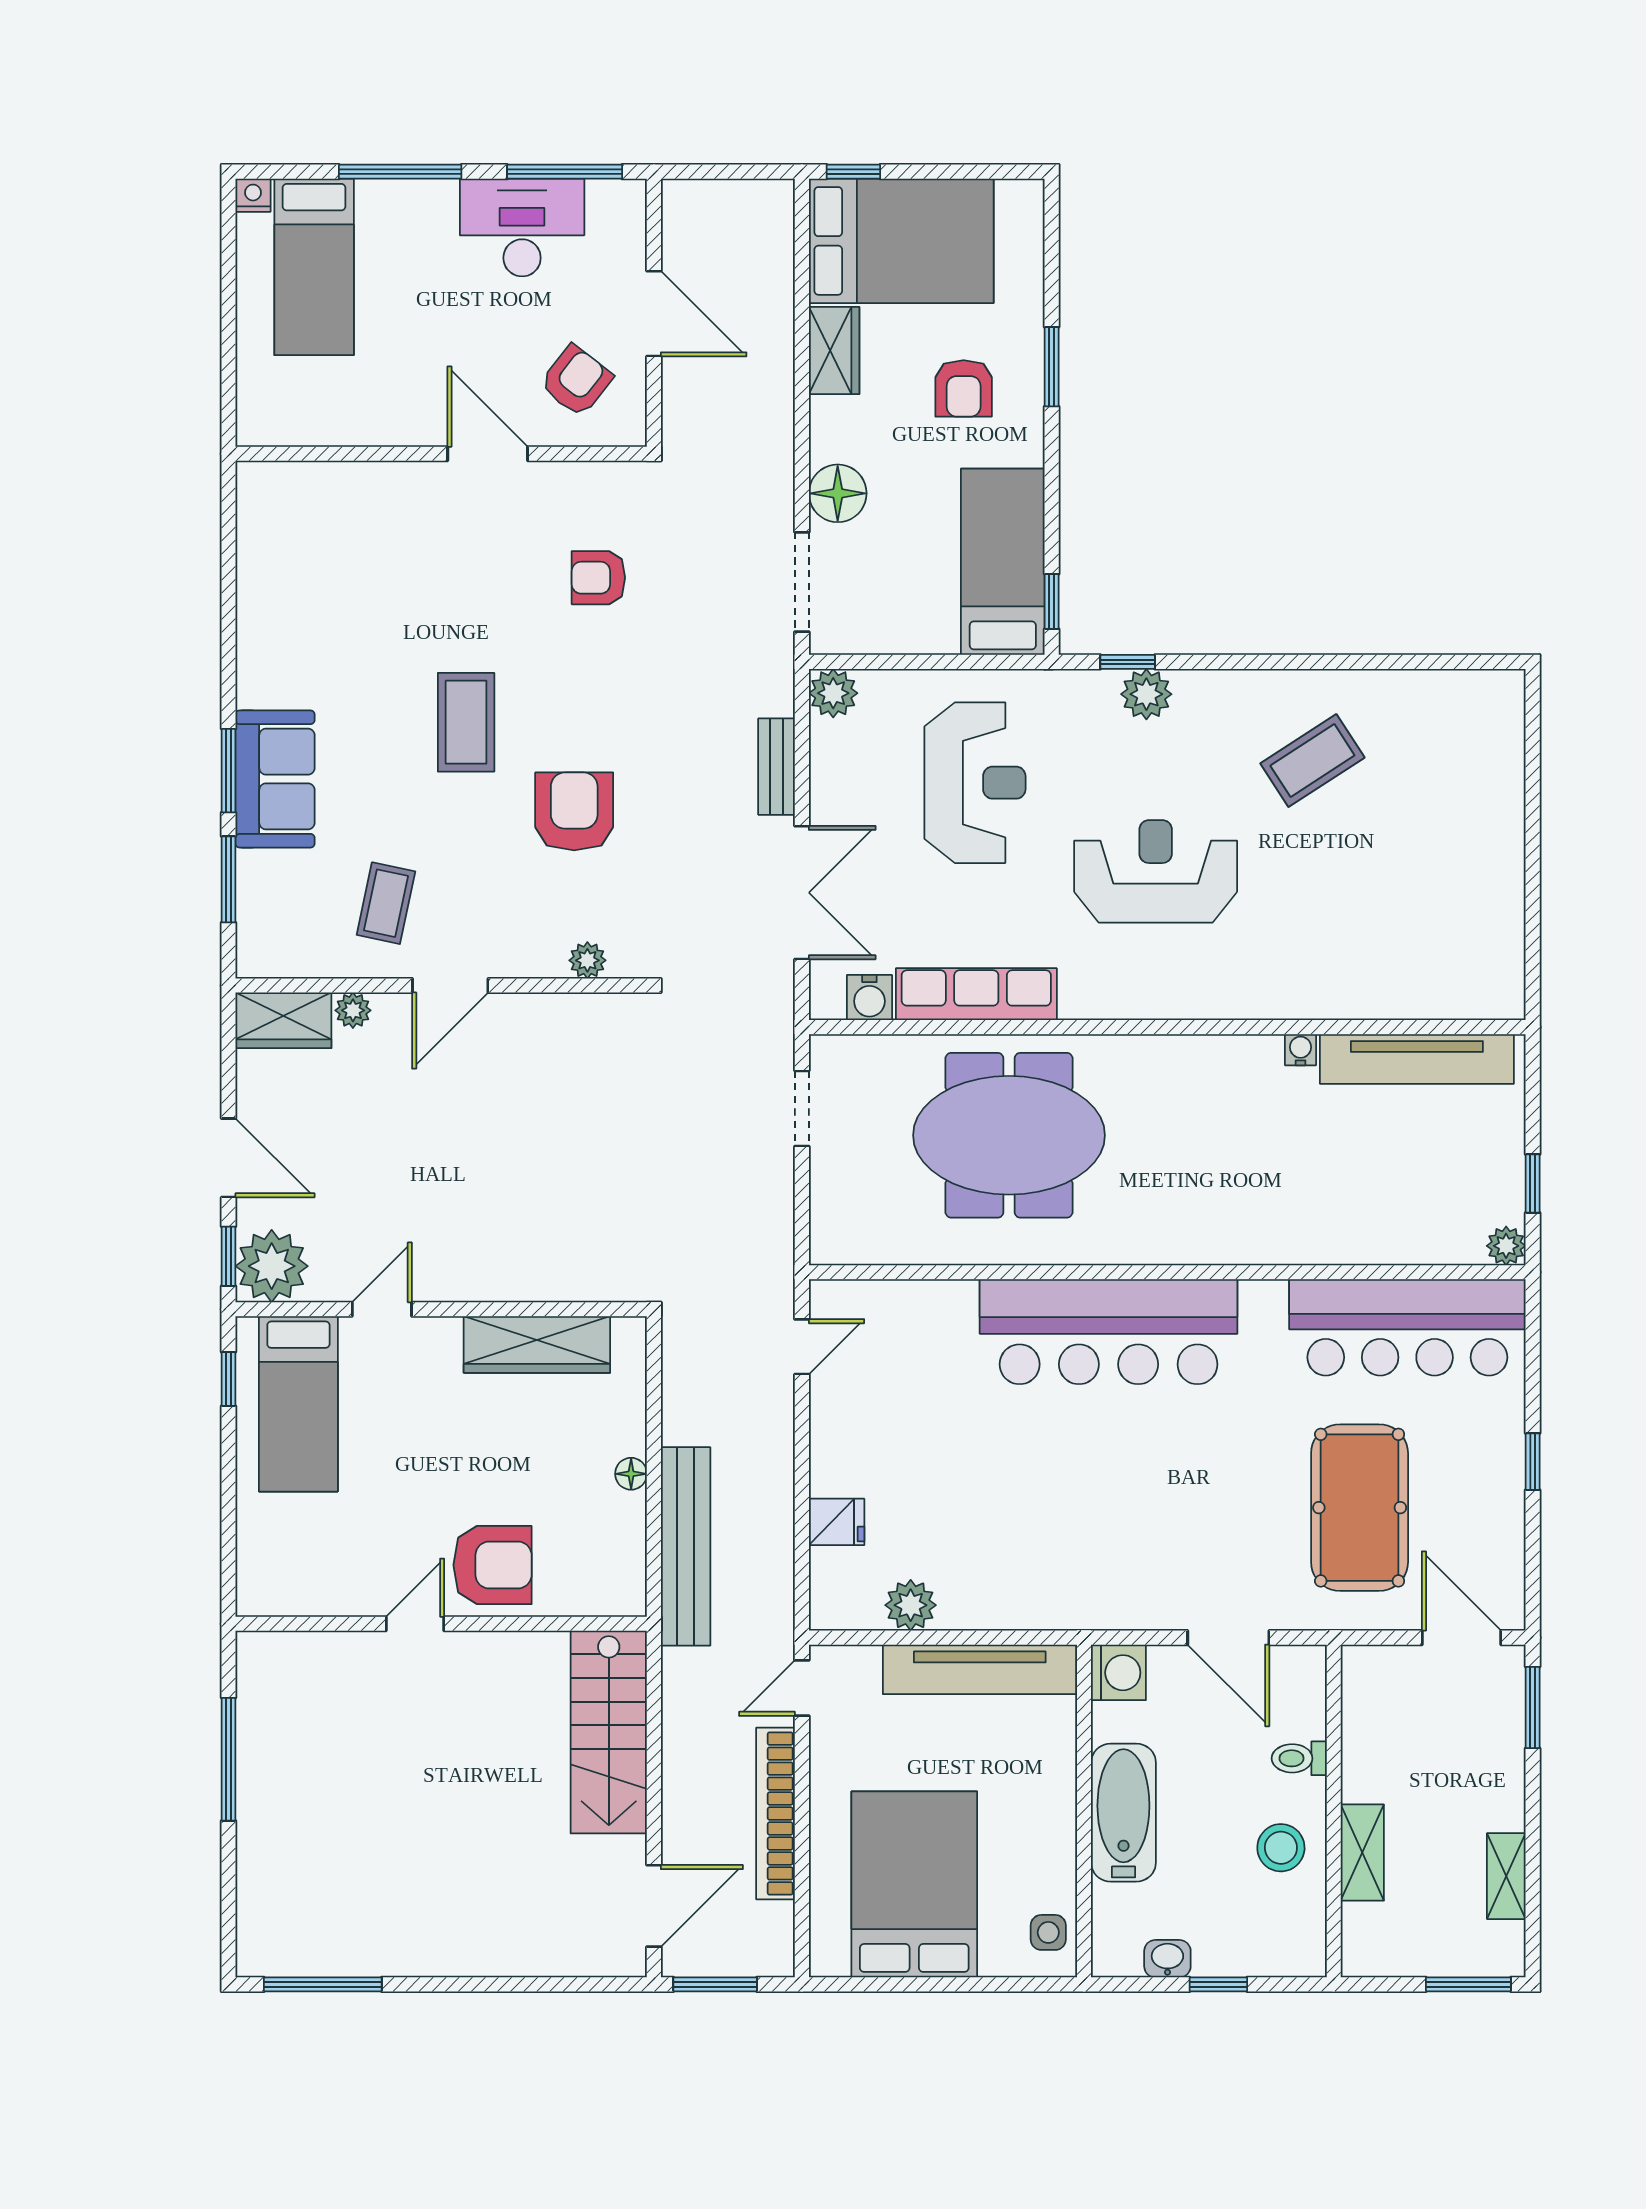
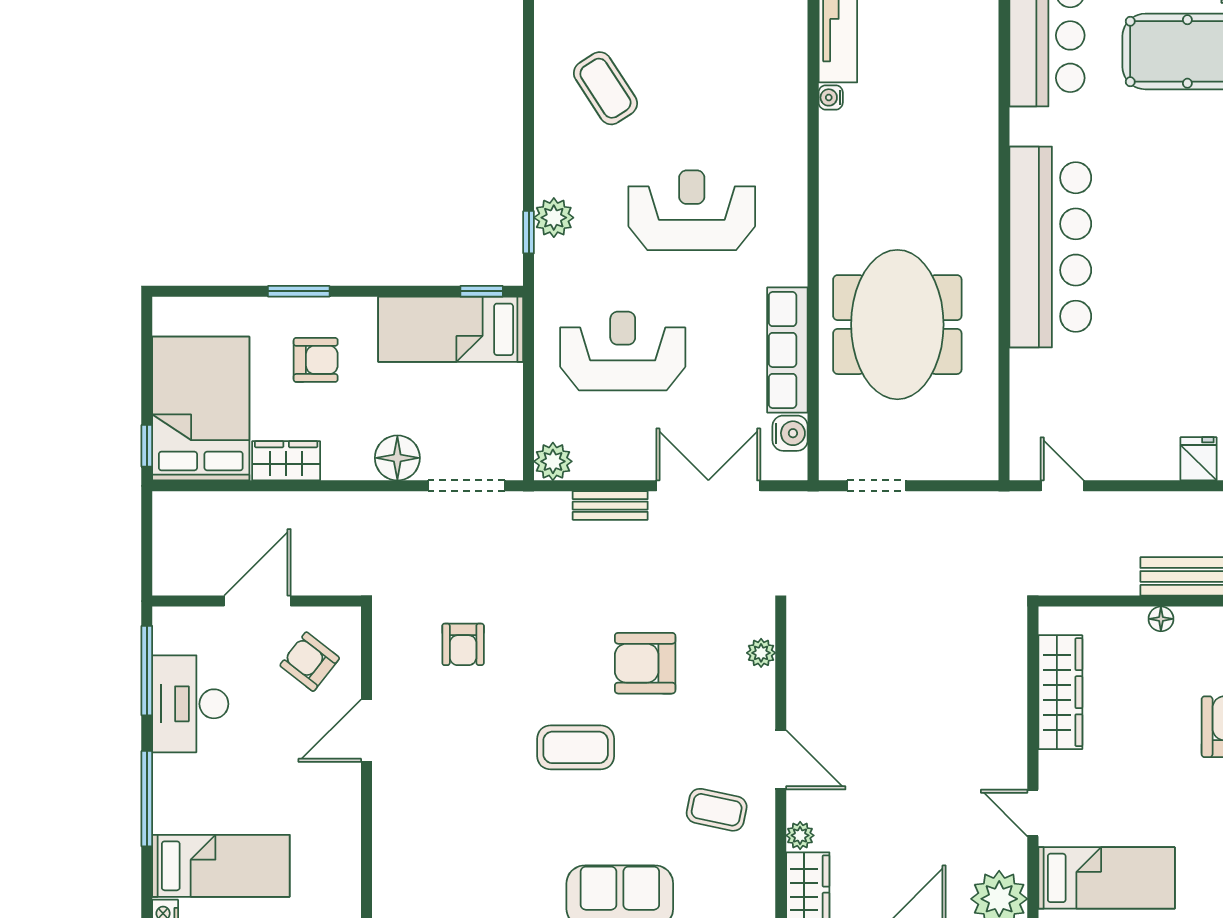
reception desk: (1156, 871) -> (692, 210), turned 90

